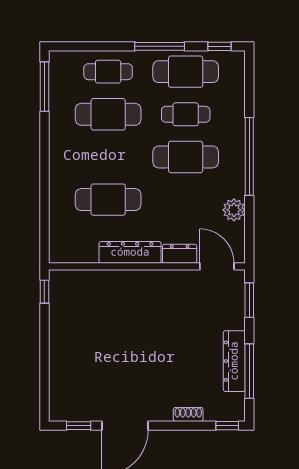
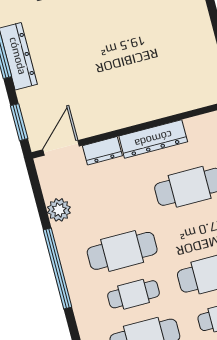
door: (217, 266) -> (61, 148), swing flipped

